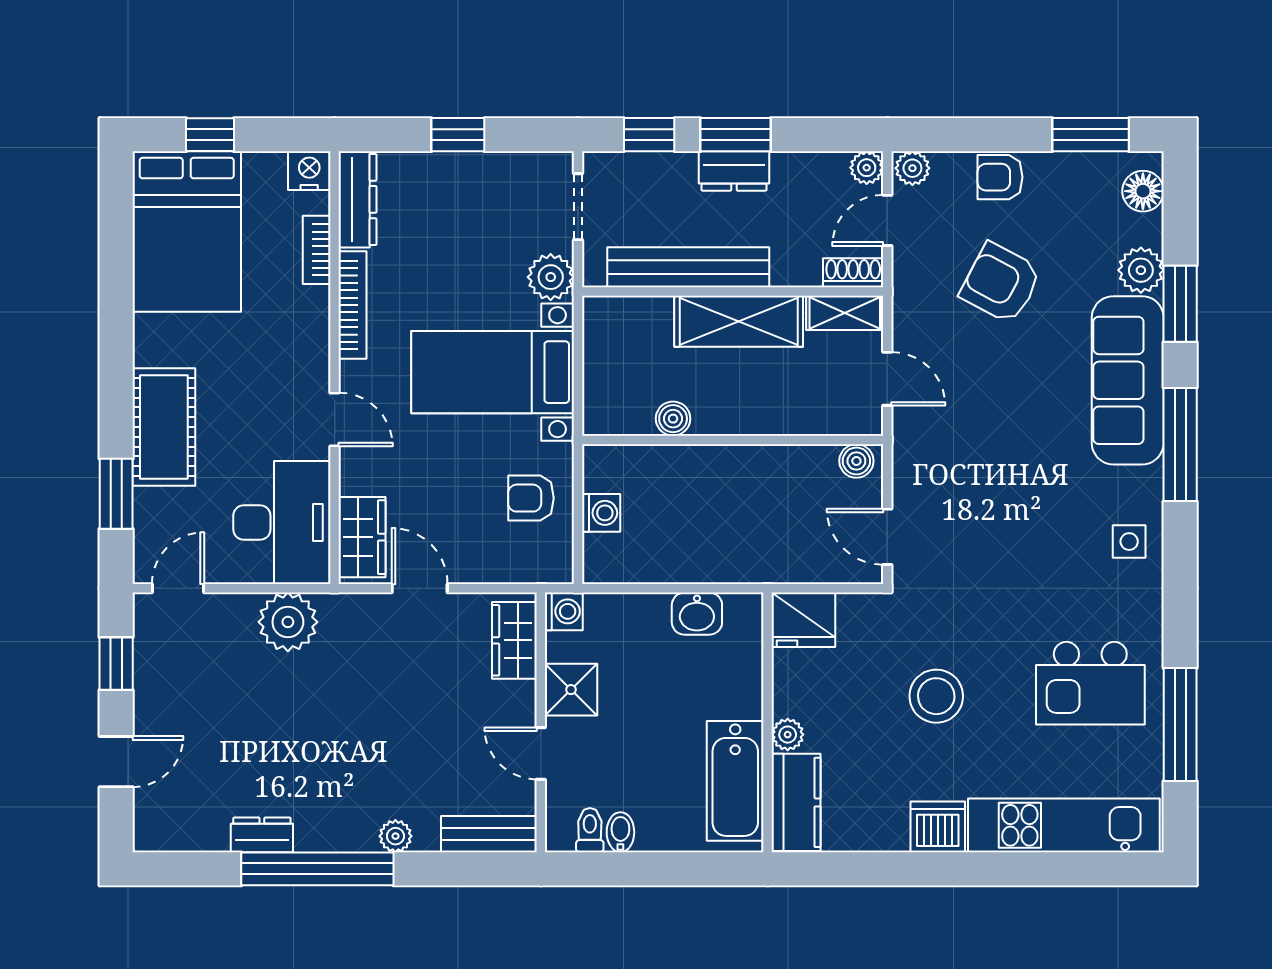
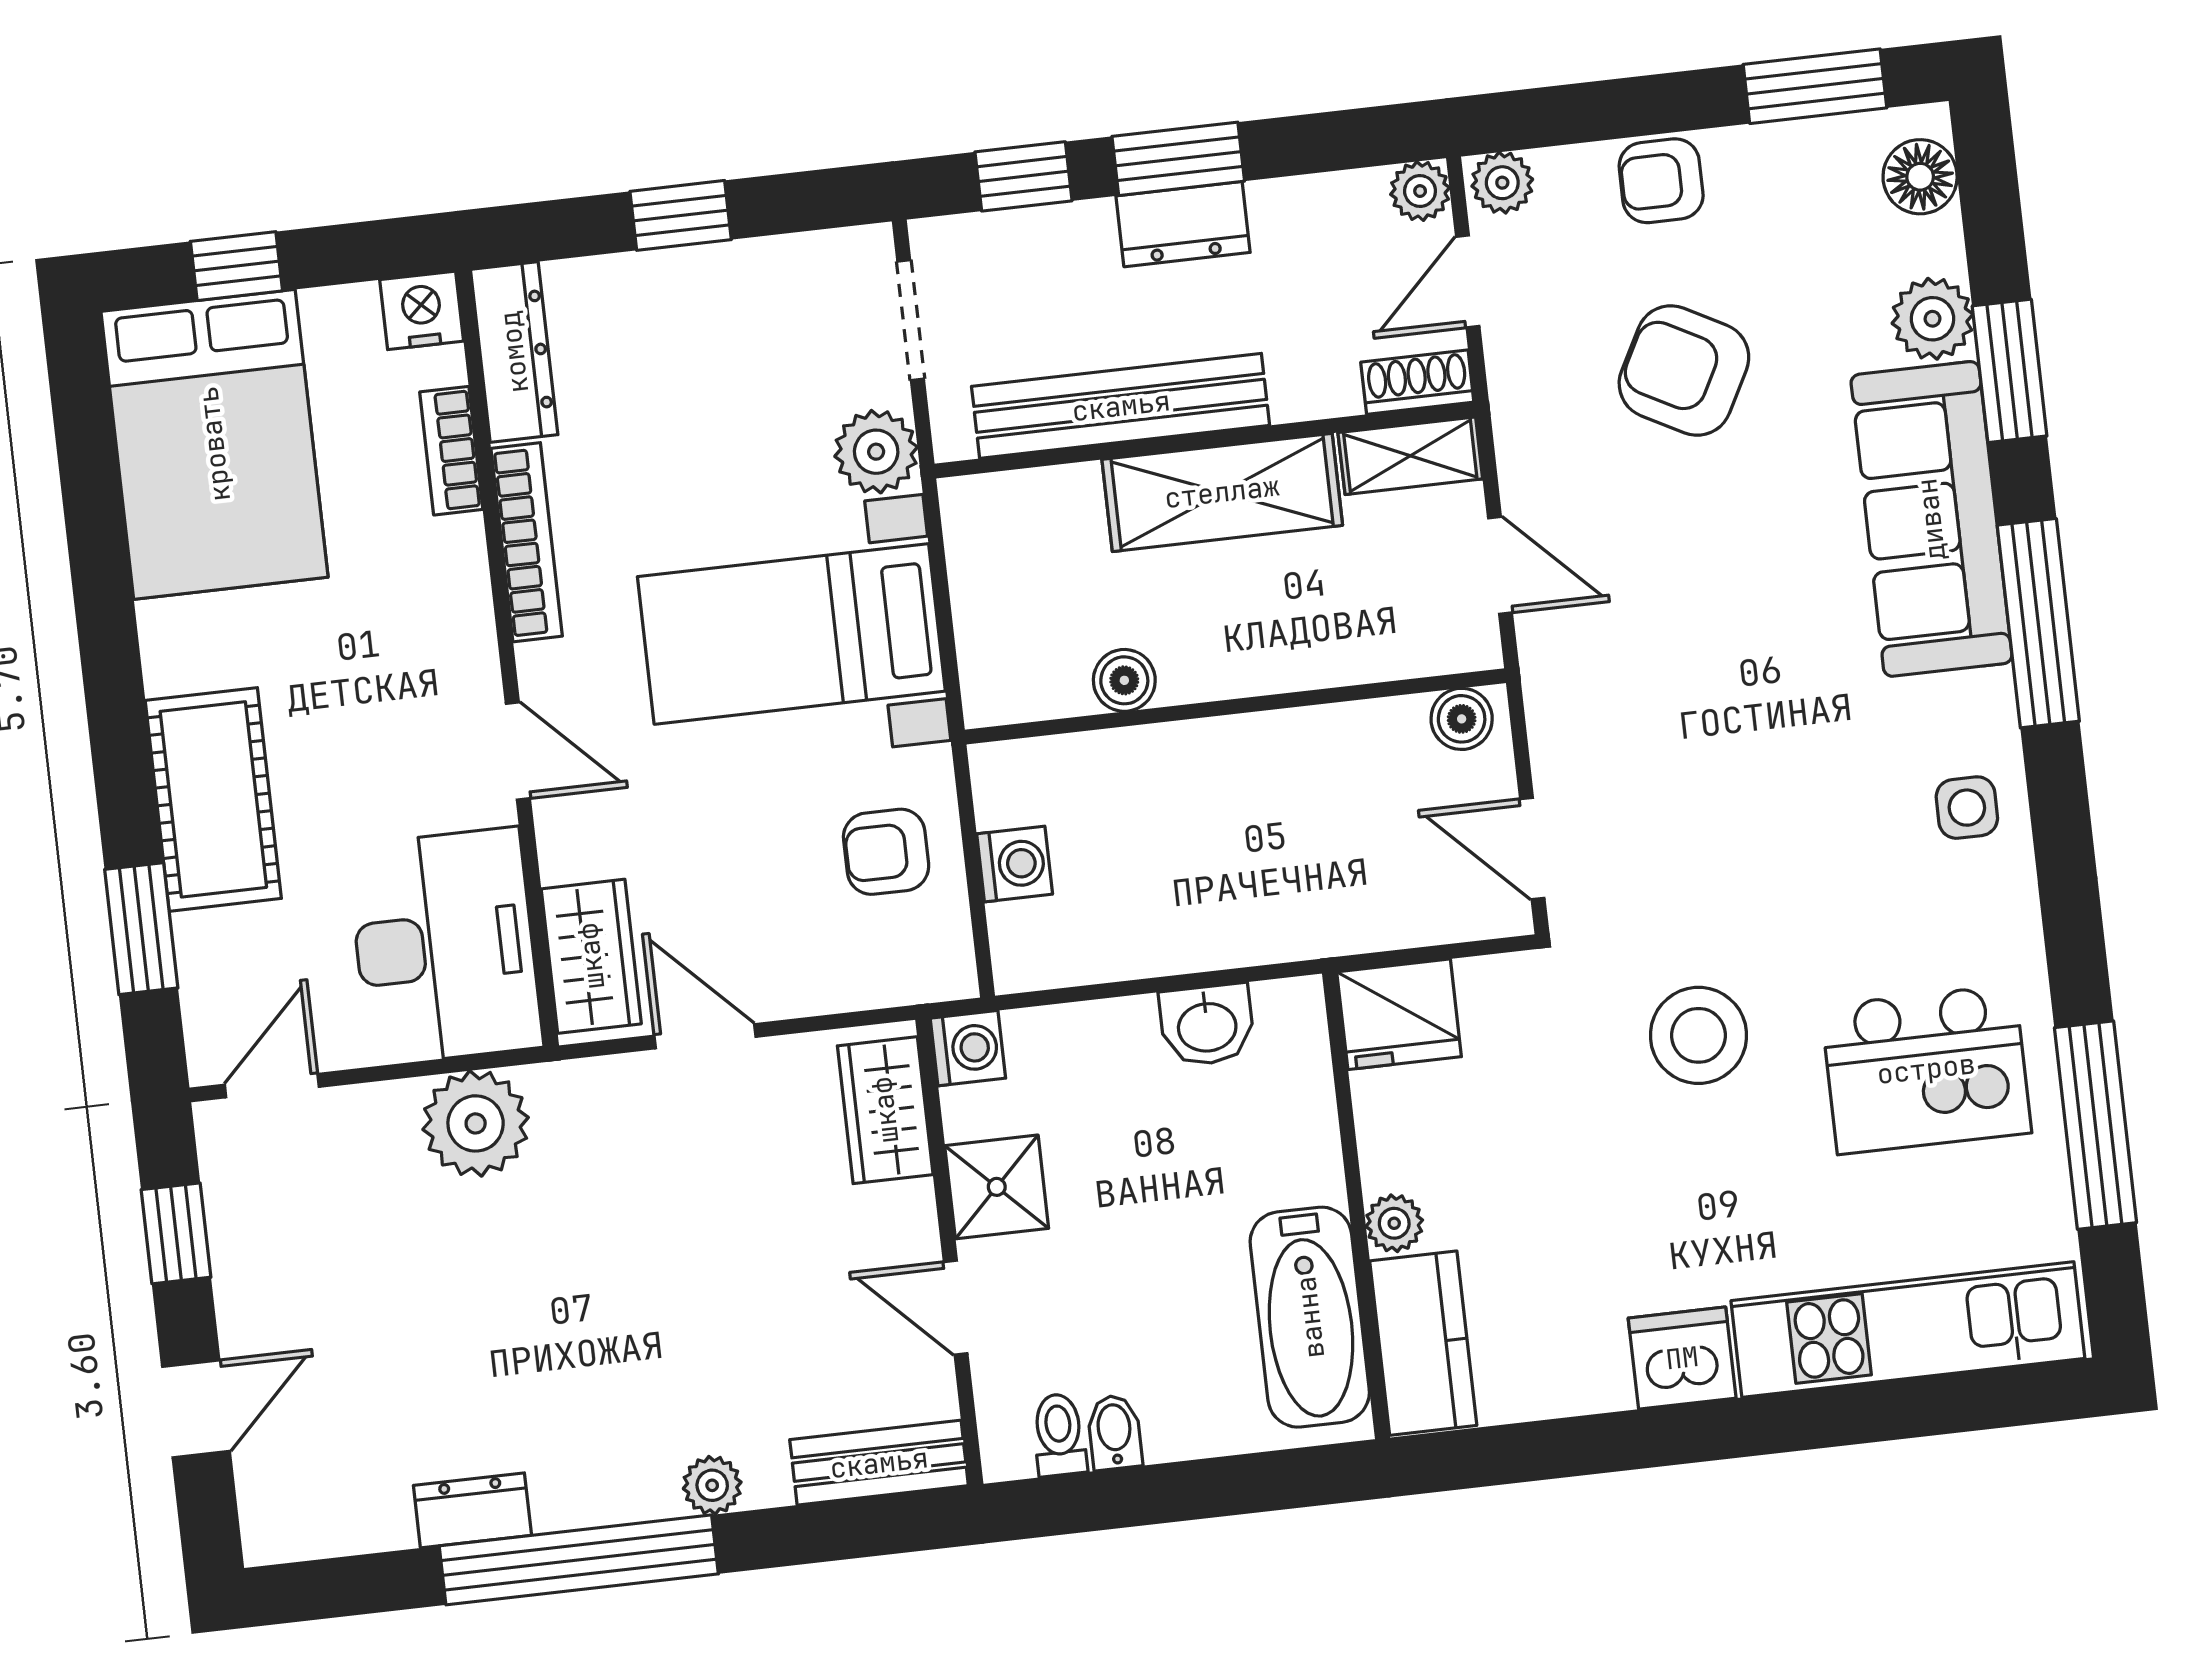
stool: (936, 696) -> (1698, 1035), moved

